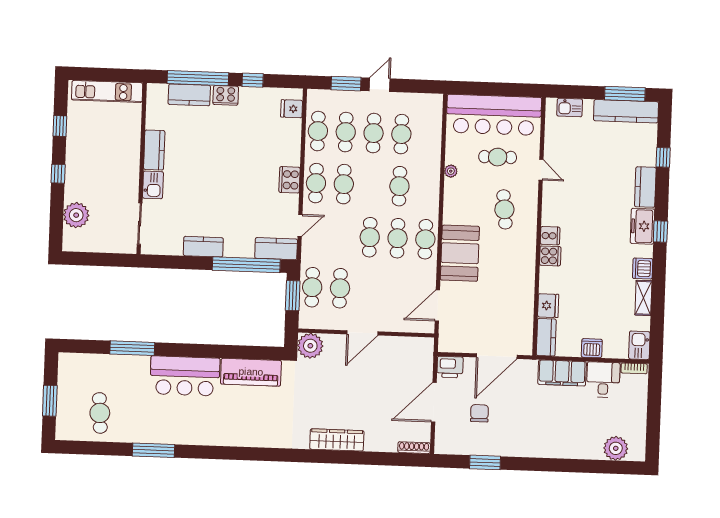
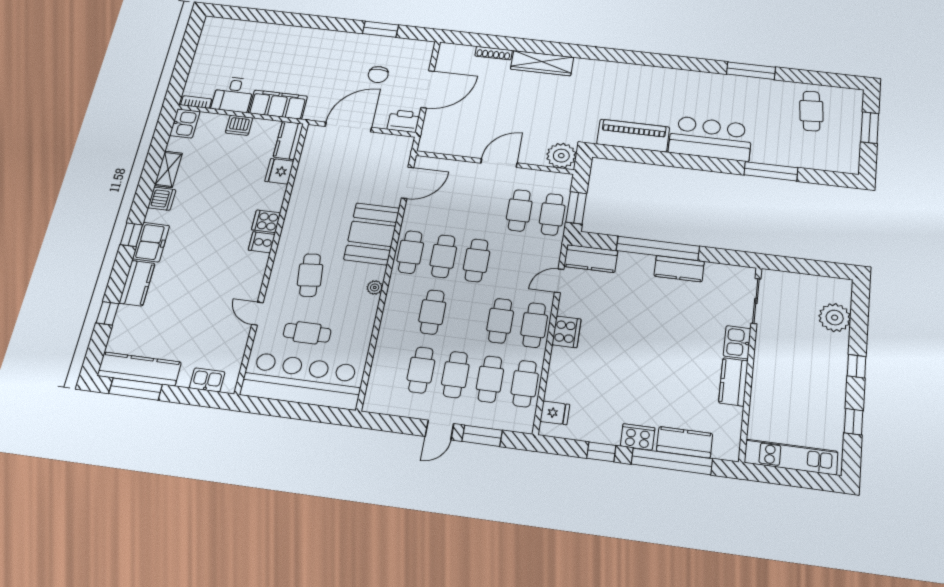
plant: (451, 171) -> (375, 287), moved
window: (246, 265) -> (658, 248), moved
shoe rack: (414, 448) -> (494, 53), moved
plant: (616, 448) -> (235, 30), removed

